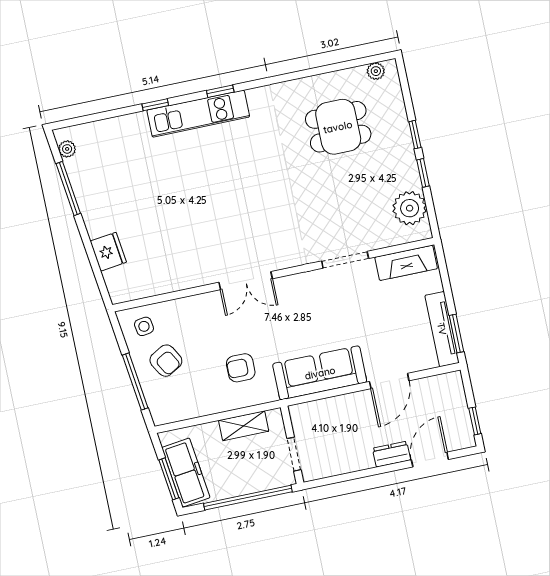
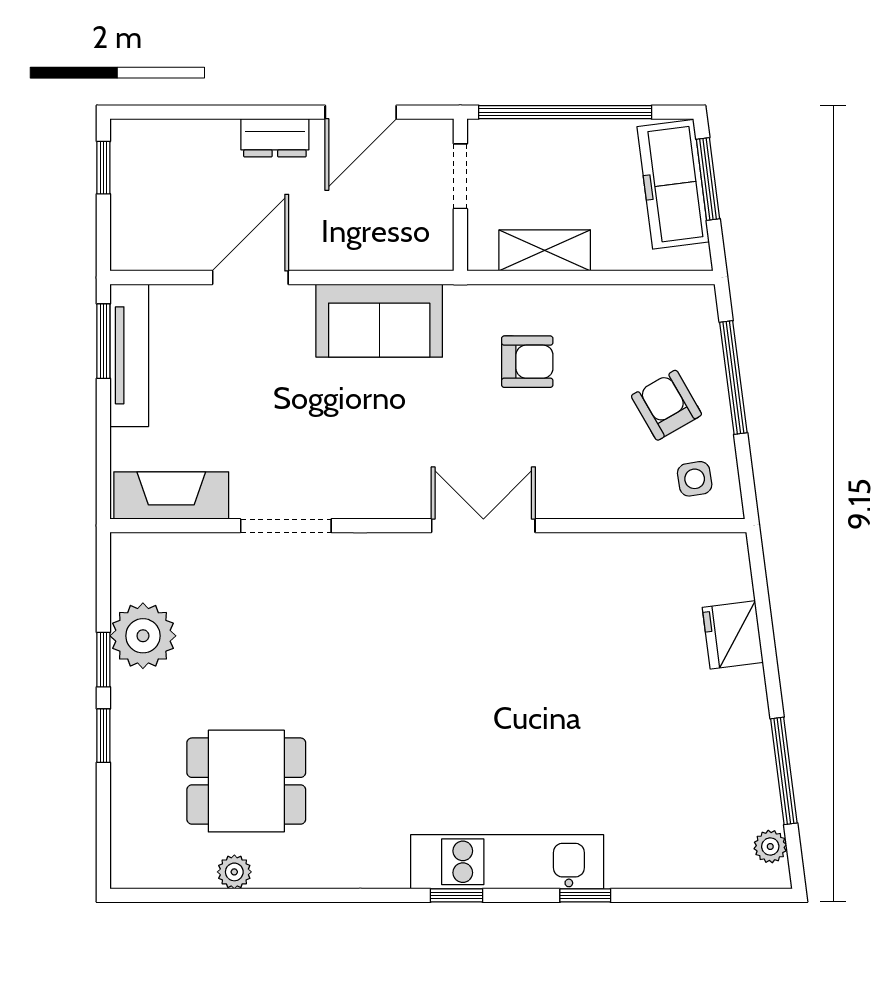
plant: (376, 71) -> (234, 872), moved
plant: (410, 208) -> (143, 636), moved
sofa: (320, 373) -> (379, 321), width x0.73
door: (430, 460) -> (361, 112), moved

